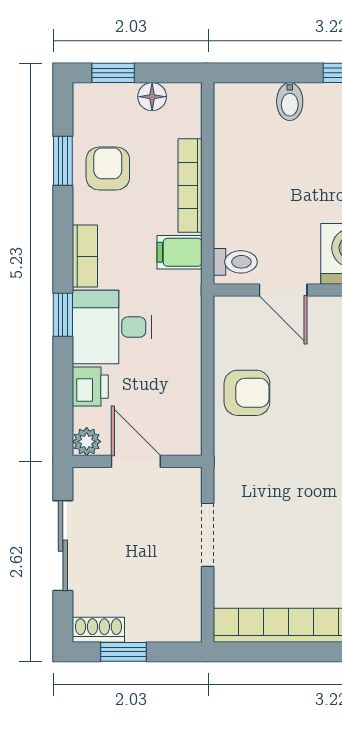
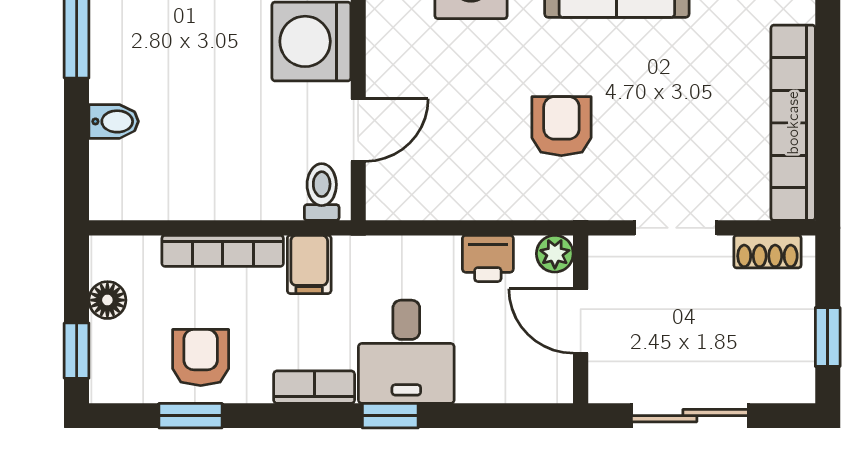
armchair: (108, 169) -> (201, 357), turned 90
printer: (90, 387) -> (488, 258), moved, turned 180
armchair: (247, 393) -> (561, 126), moved
plant: (87, 442) -> (555, 254), moved
door: (136, 461) -> (581, 321), hinge flipped
shoe rack: (98, 630) -> (767, 252), moved, turned -90

